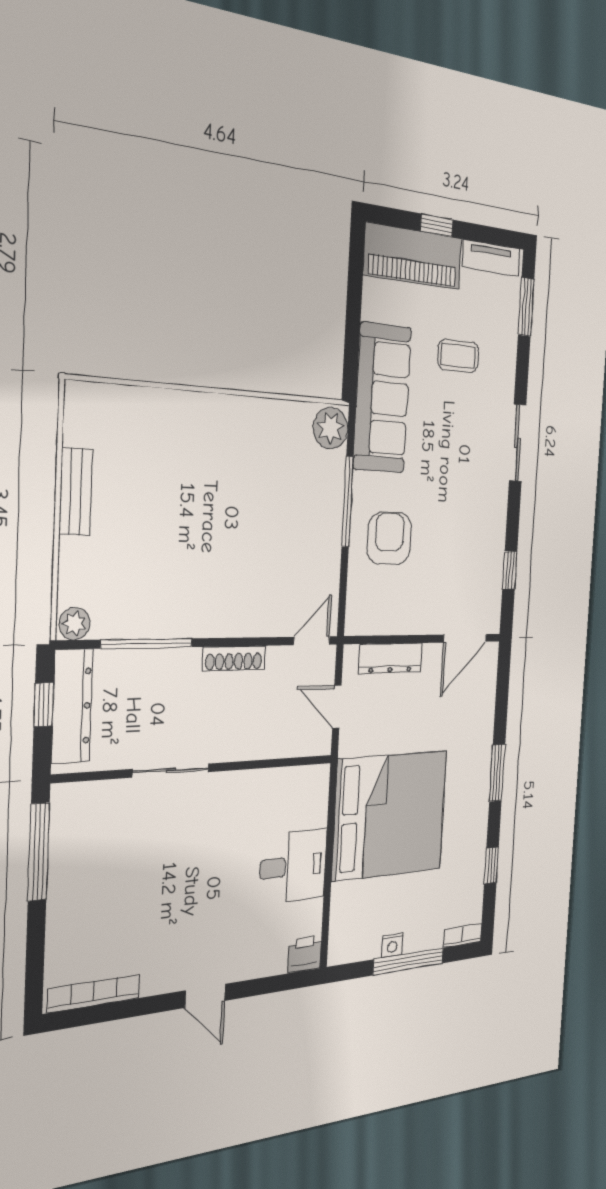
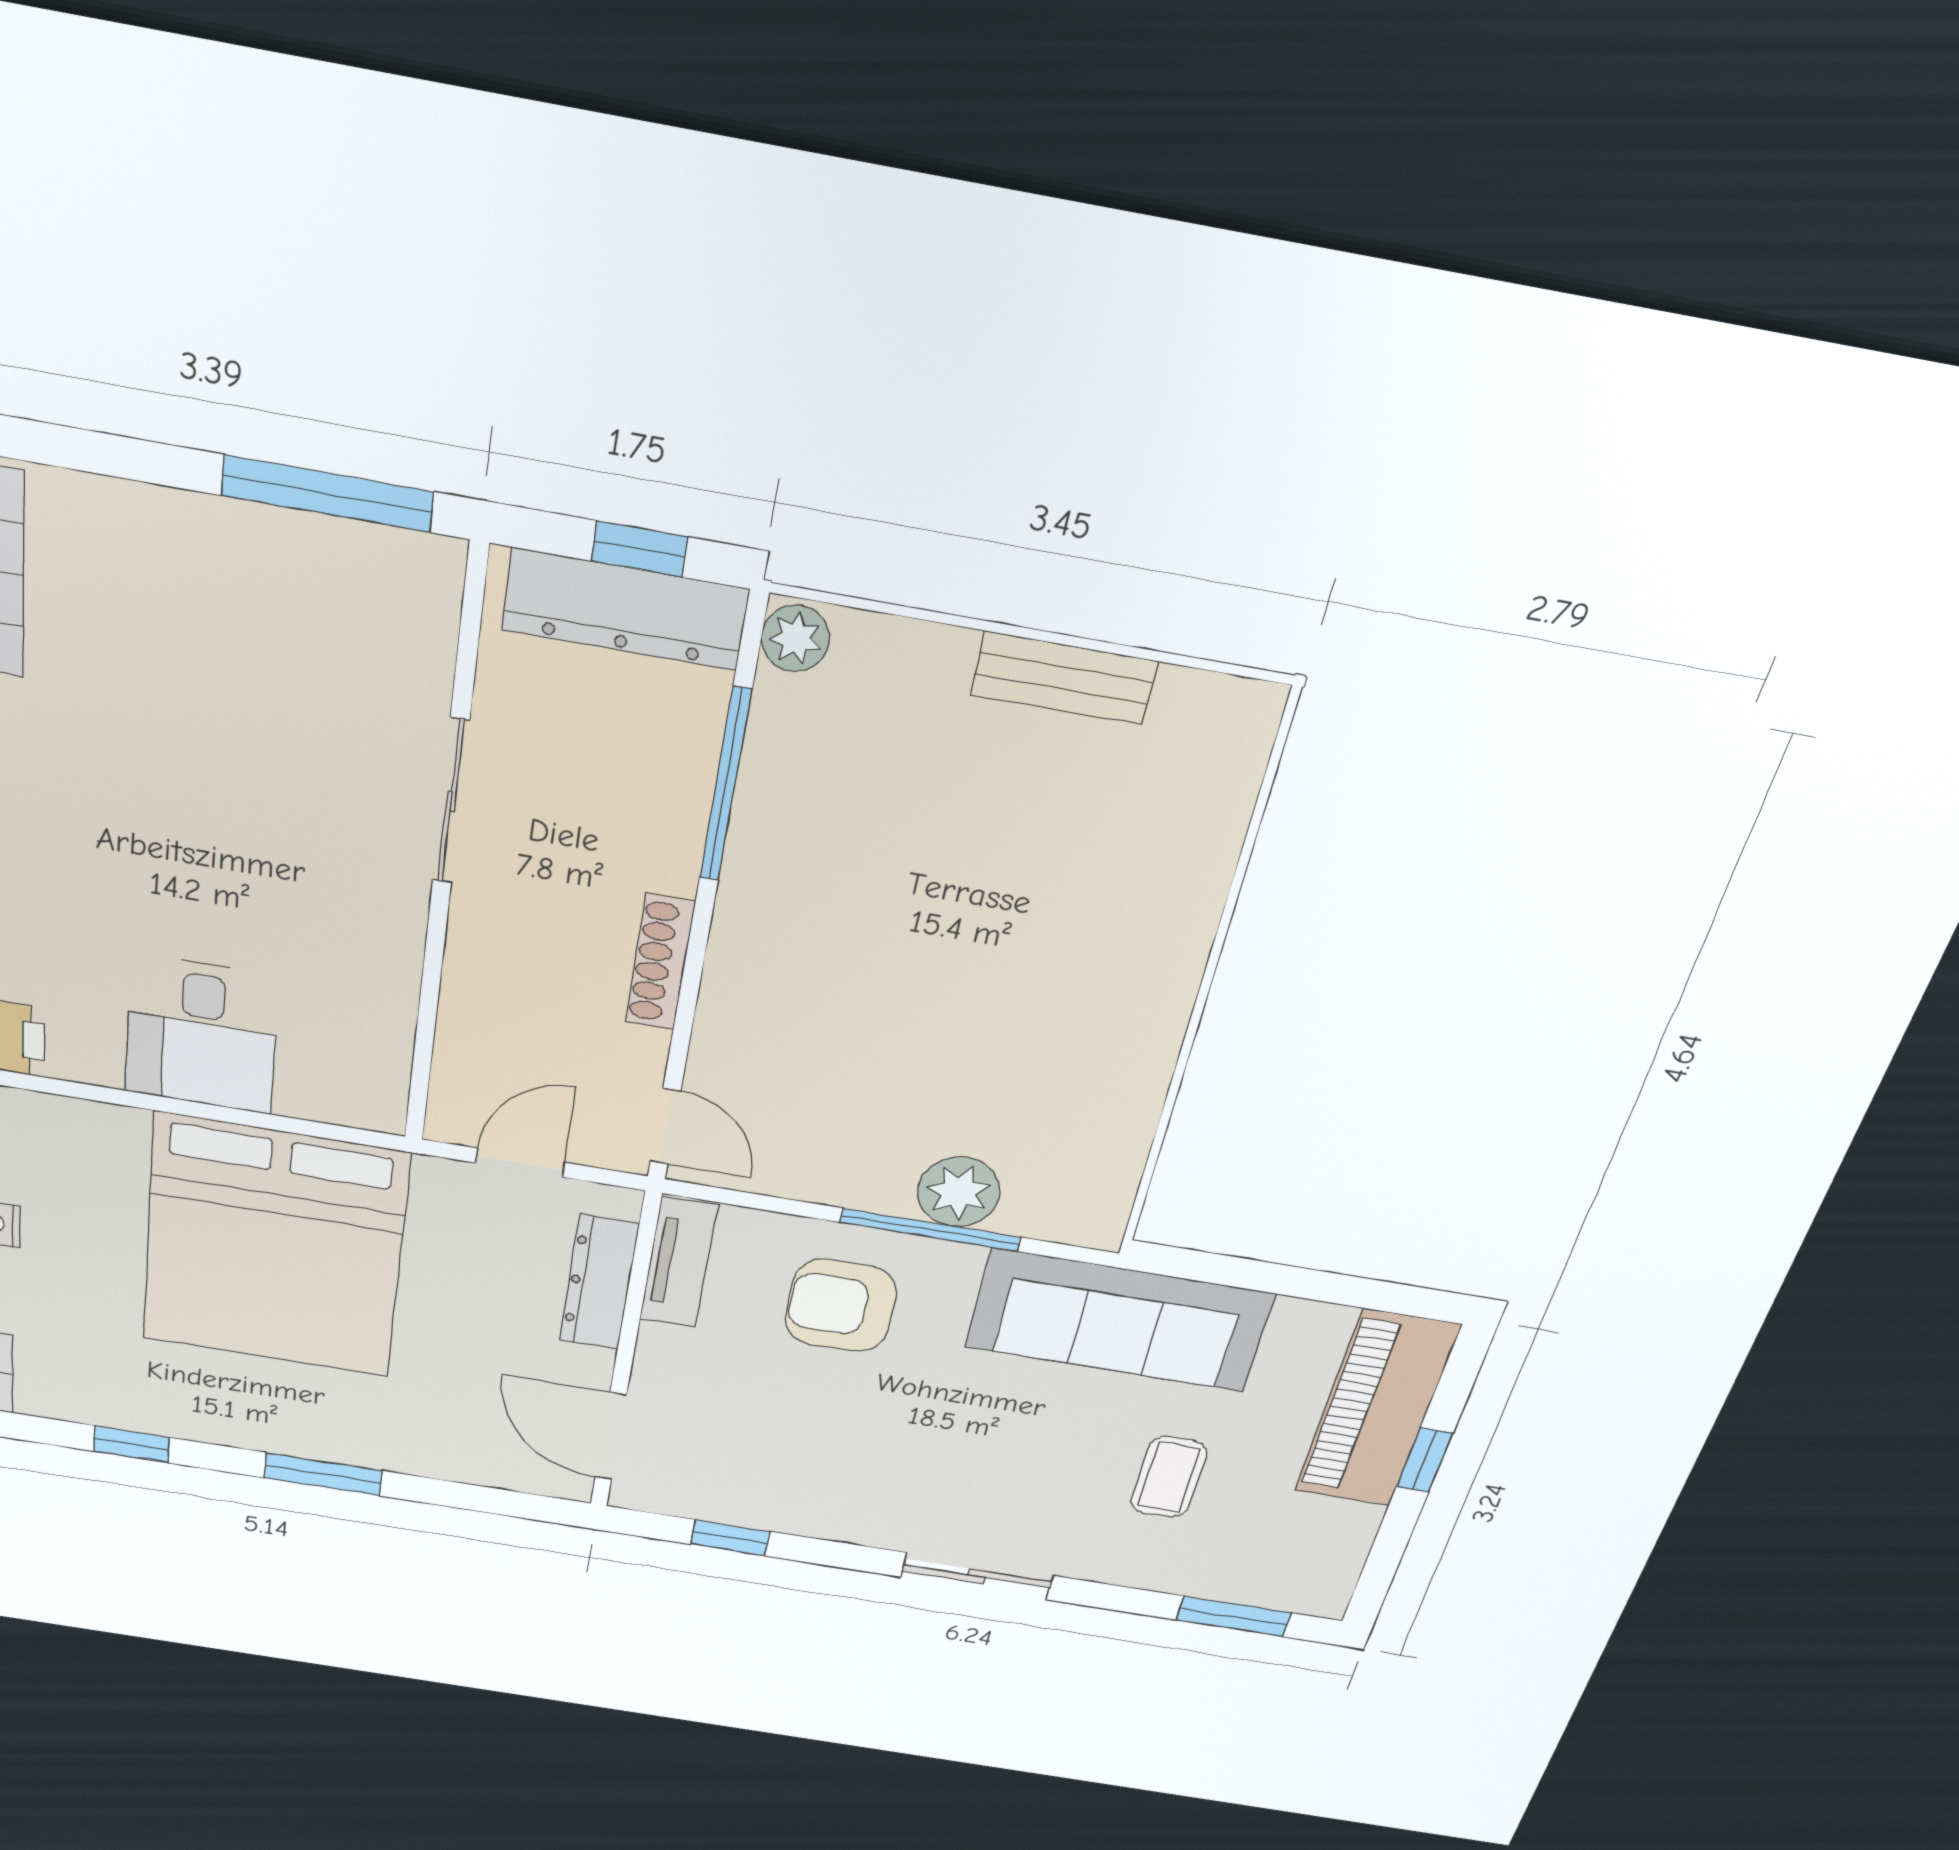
tv unit: (491, 258) -> (678, 1263), moved, turned 180
plant: (331, 428) -> (959, 1192), moved
armchair: (389, 538) -> (841, 1306), turned 180

